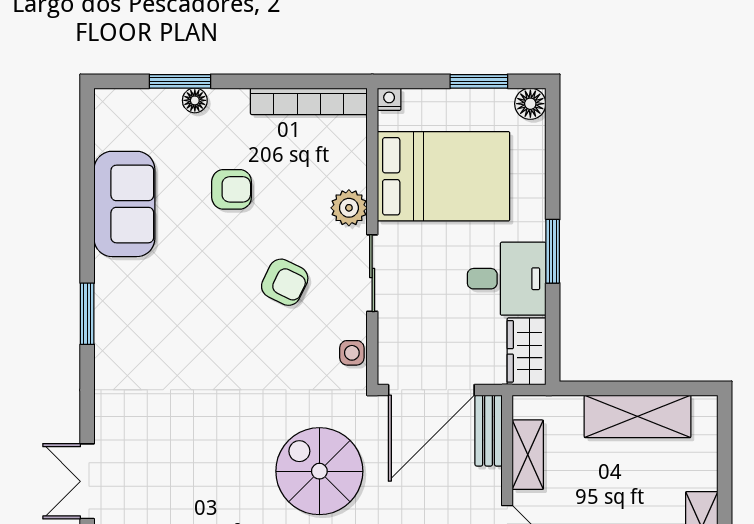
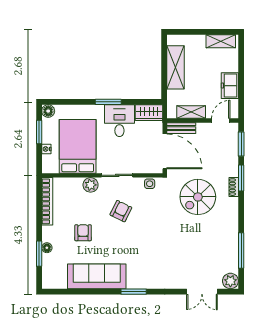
nightstand: (389, 99) -> (46, 149), moved
sofa: (124, 204) -> (97, 276), width x1.36

